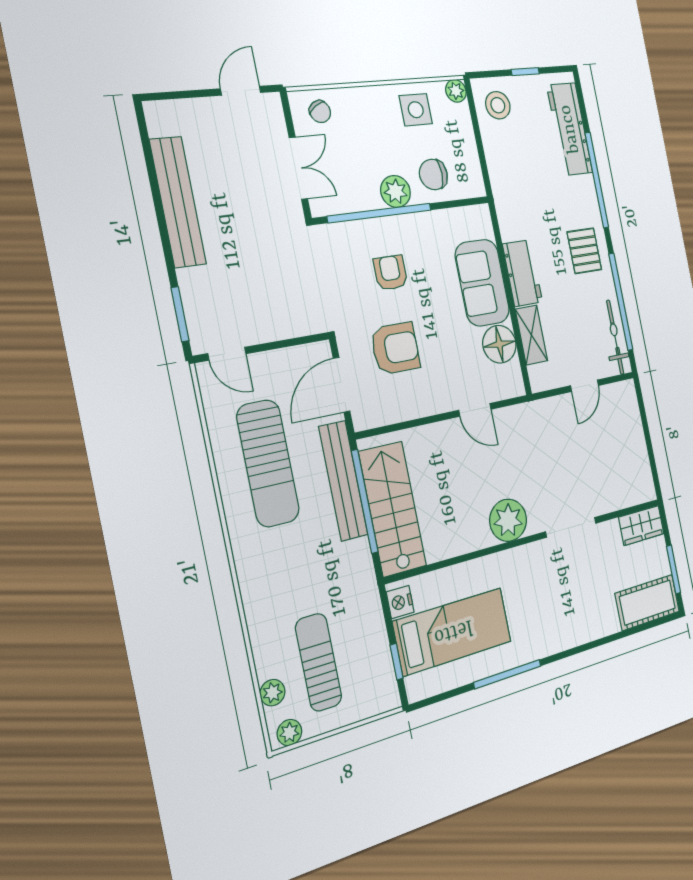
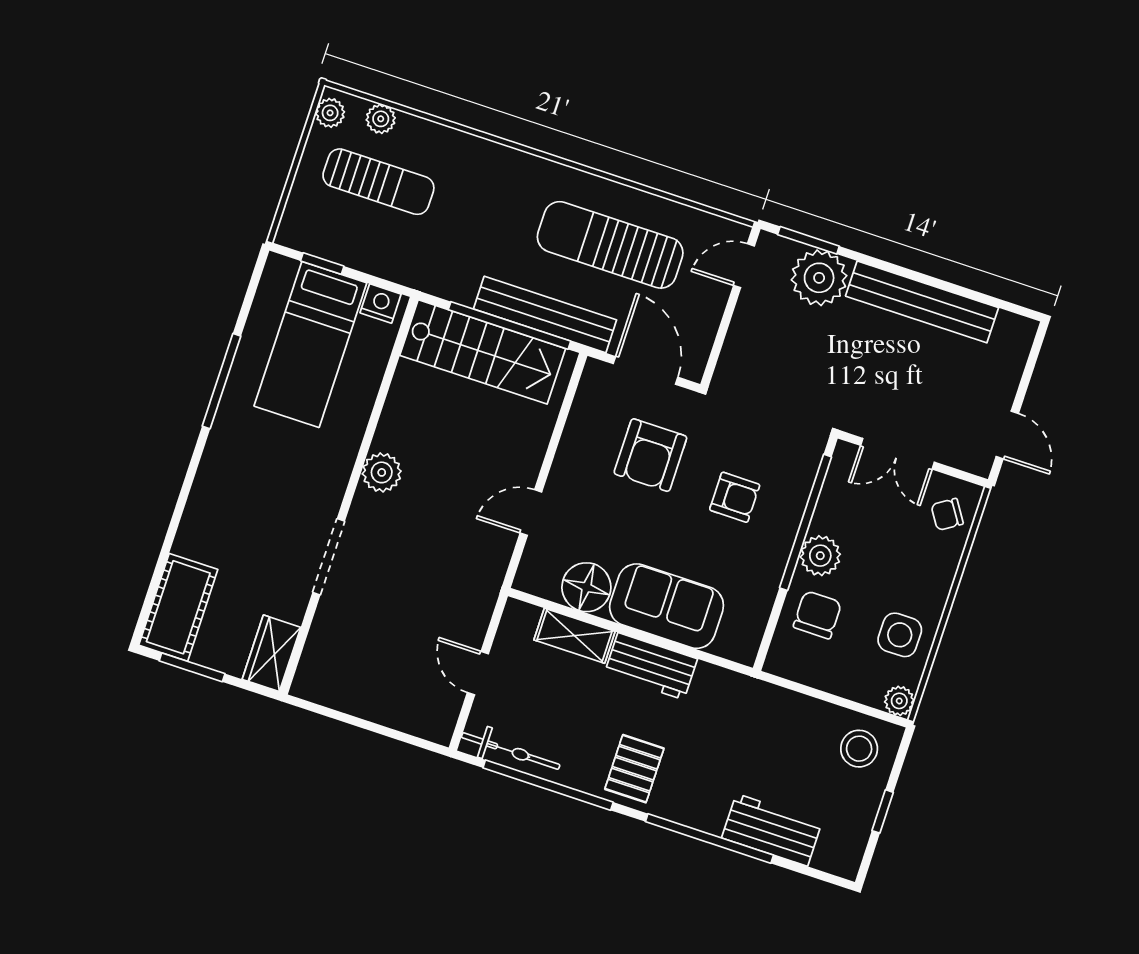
workbench: (570, 129) -> (772, 830), width x0.73
pallet: (584, 251) -> (634, 769), turned 90
plant: (204, 291) -> (819, 278), added
plant: (508, 520) -> (382, 472), width x0.73, depth x0.73

